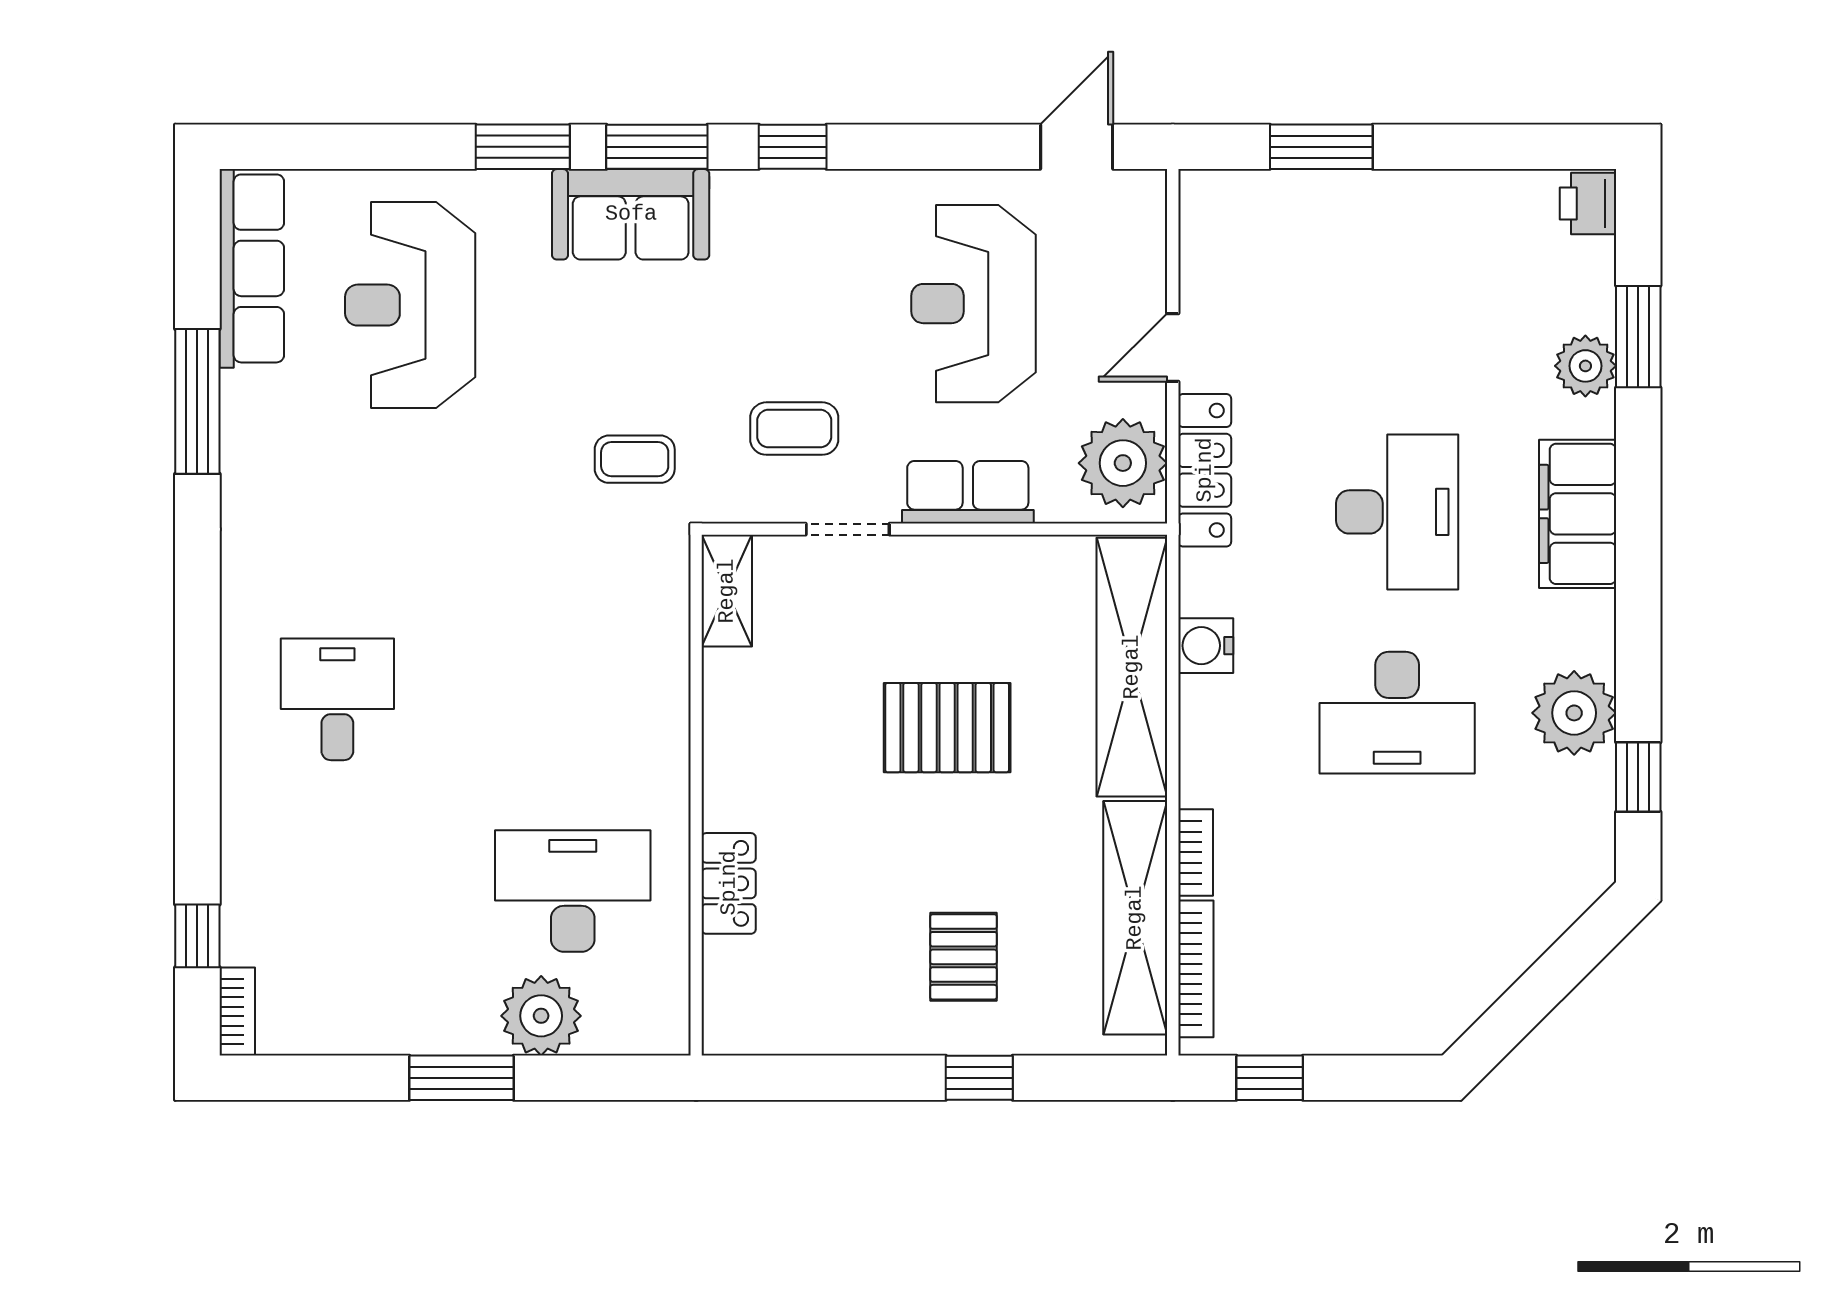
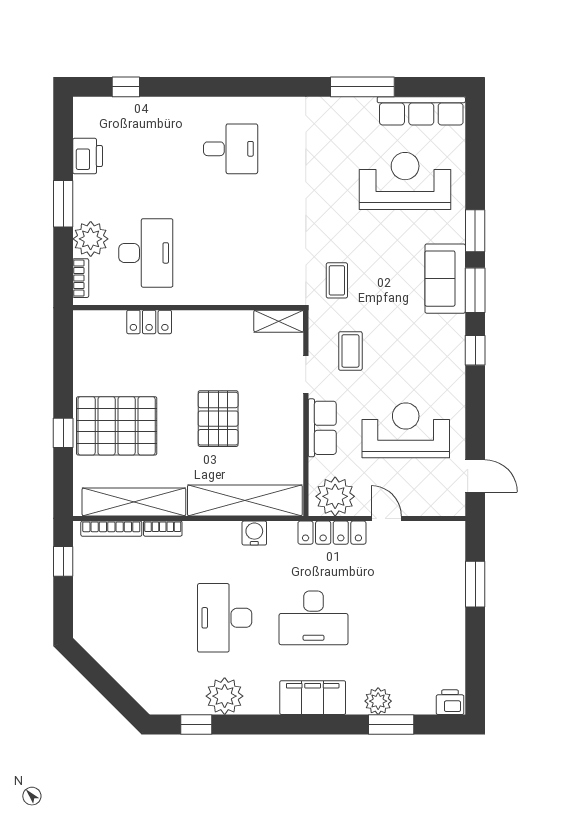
pallet: (963, 957) -> (117, 426), width x2.05, depth x2.00
bookcase: (237, 1011) -> (81, 278), moved, turned -90
printer: (354, 1022) -> (88, 156), added

